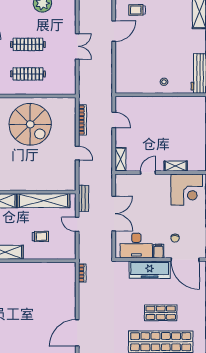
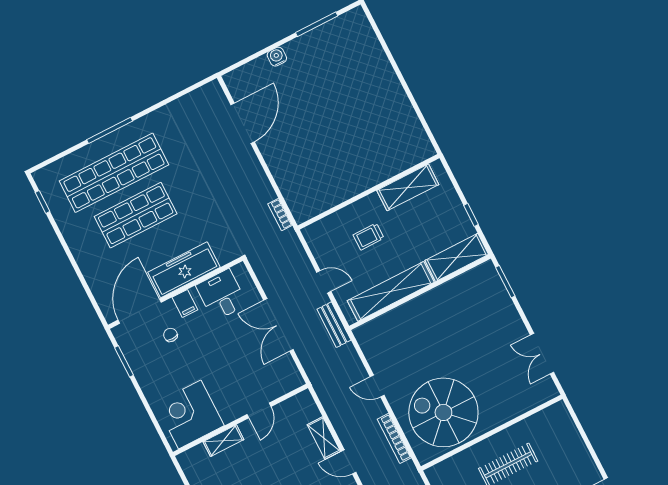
spiral stairs: (30, 124) -> (443, 412), moved
shelving: (120, 159) -> (324, 438), moved
desk: (136, 246) -> (221, 295), width x0.73
door: (185, 260) -> (140, 311), hinge flipped
shop shelf: (161, 313) -> (136, 215), width x1.43, depth x1.36

